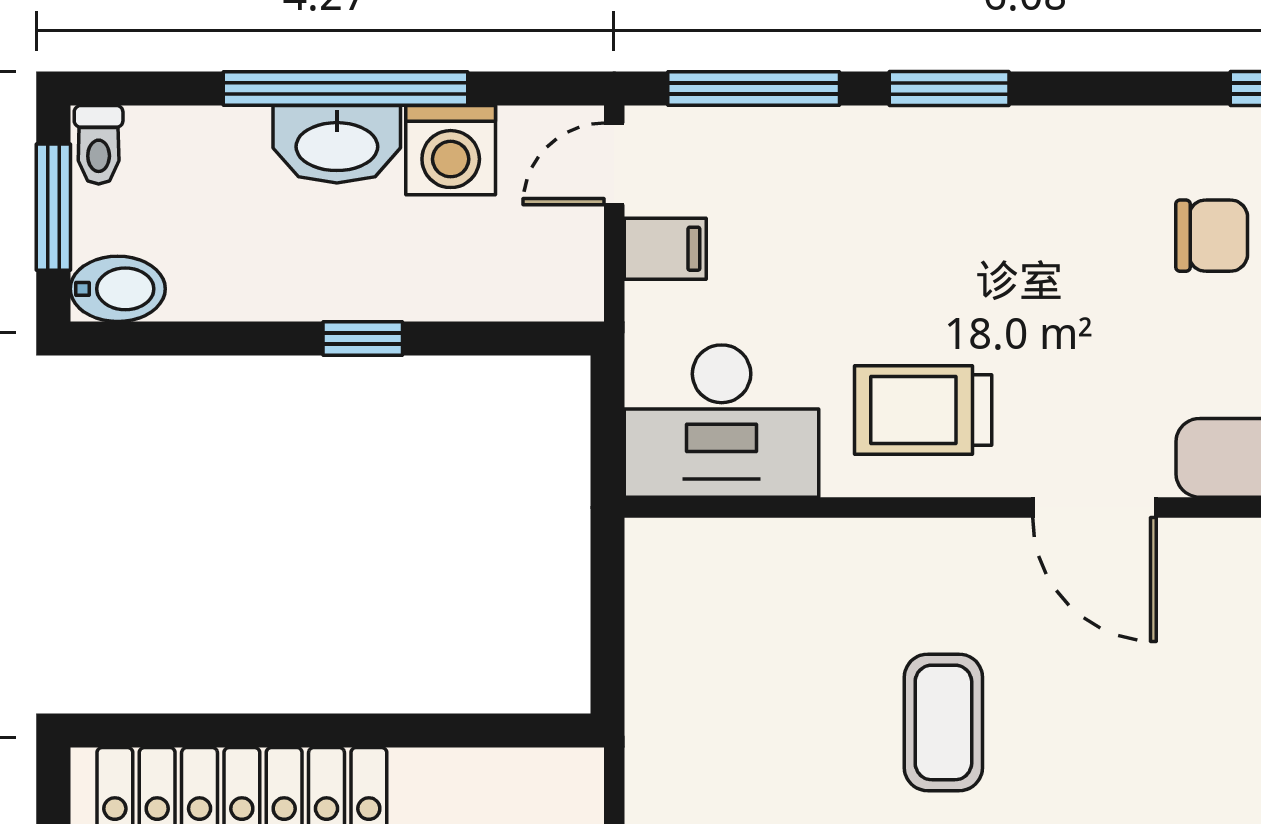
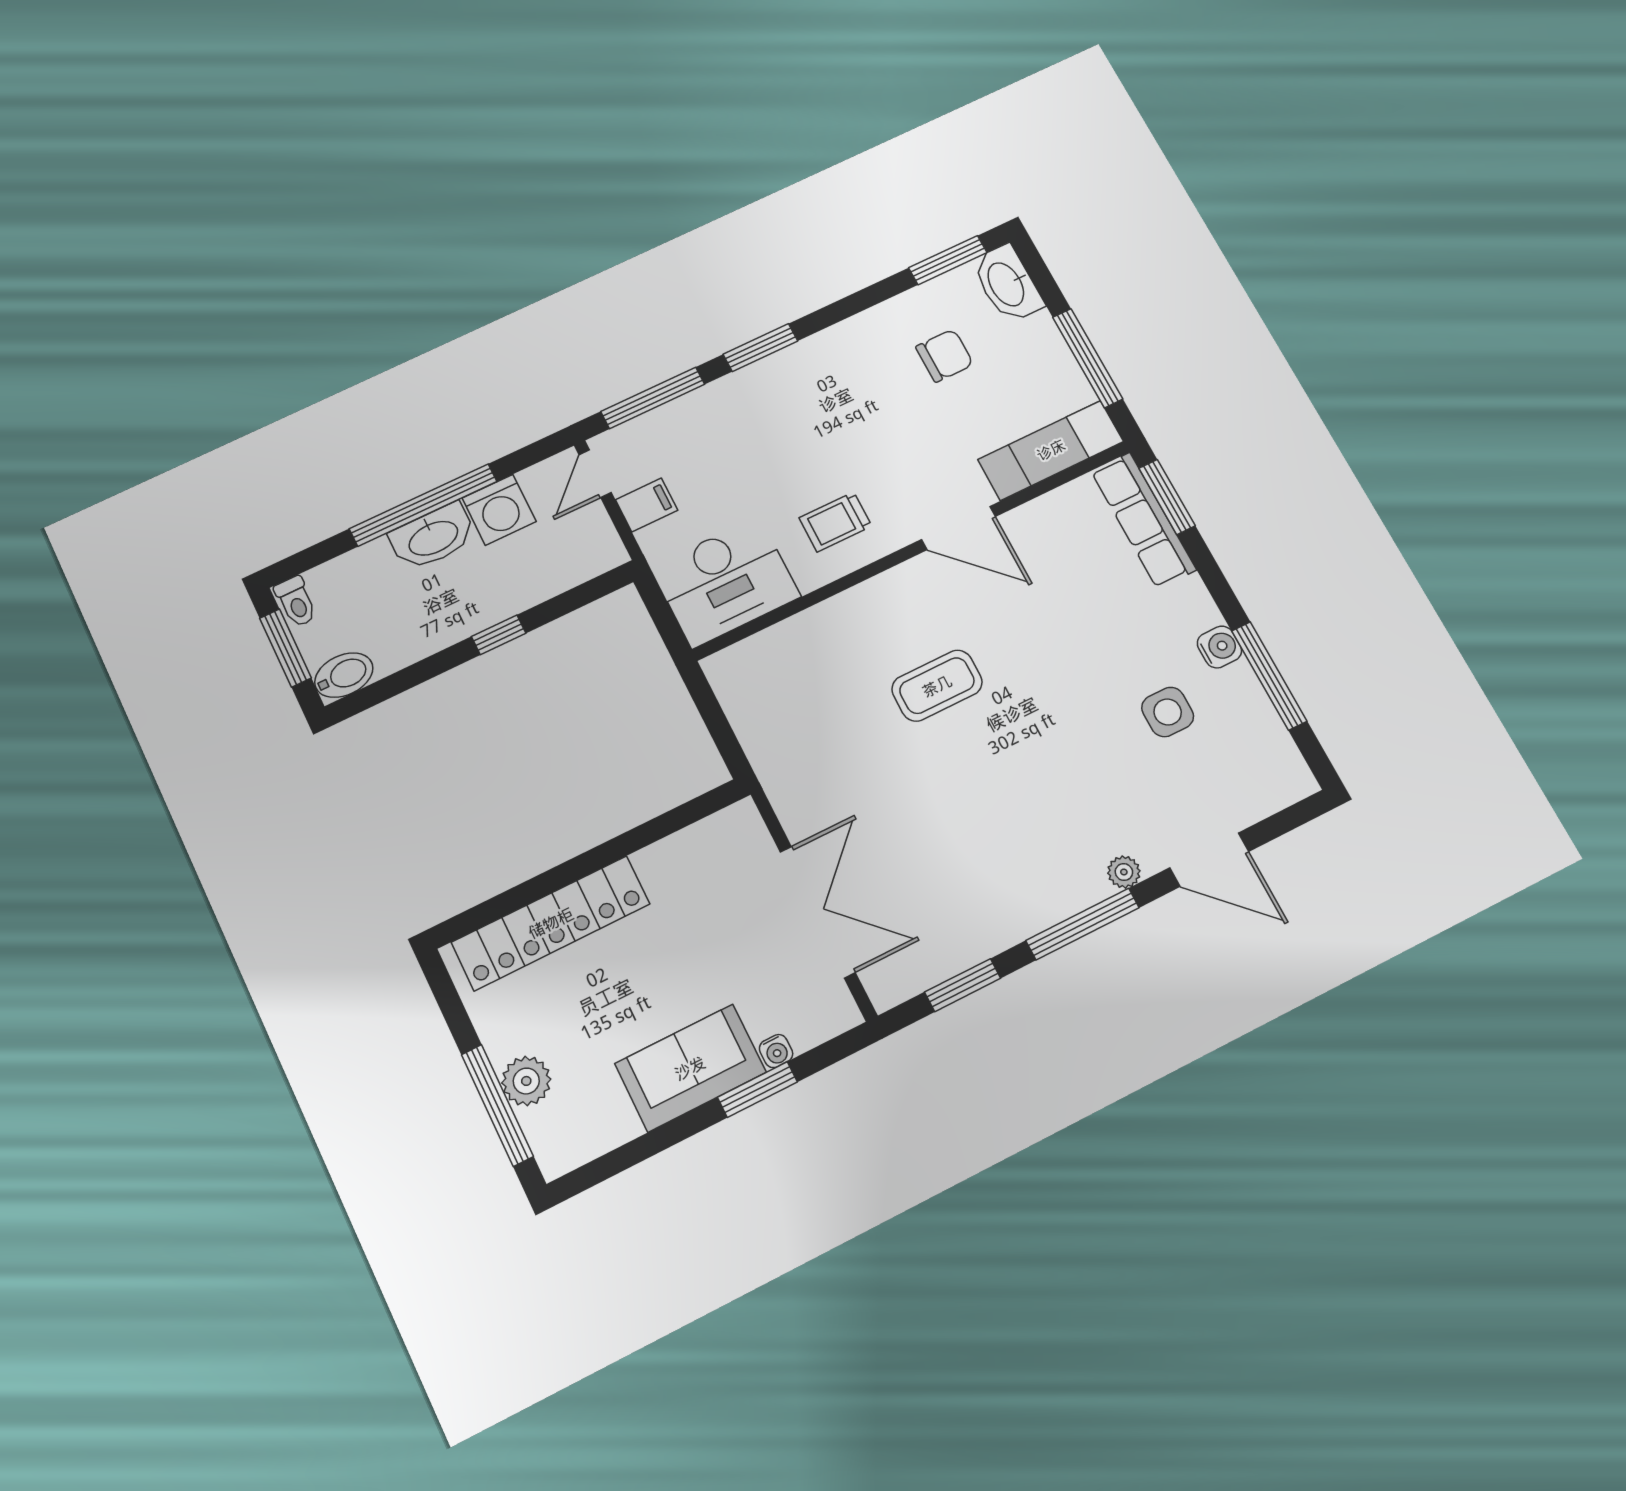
trolley: (923, 410) -> (835, 522), width x0.73, depth x0.72
coffee table: (943, 722) -> (937, 686), turned 90

